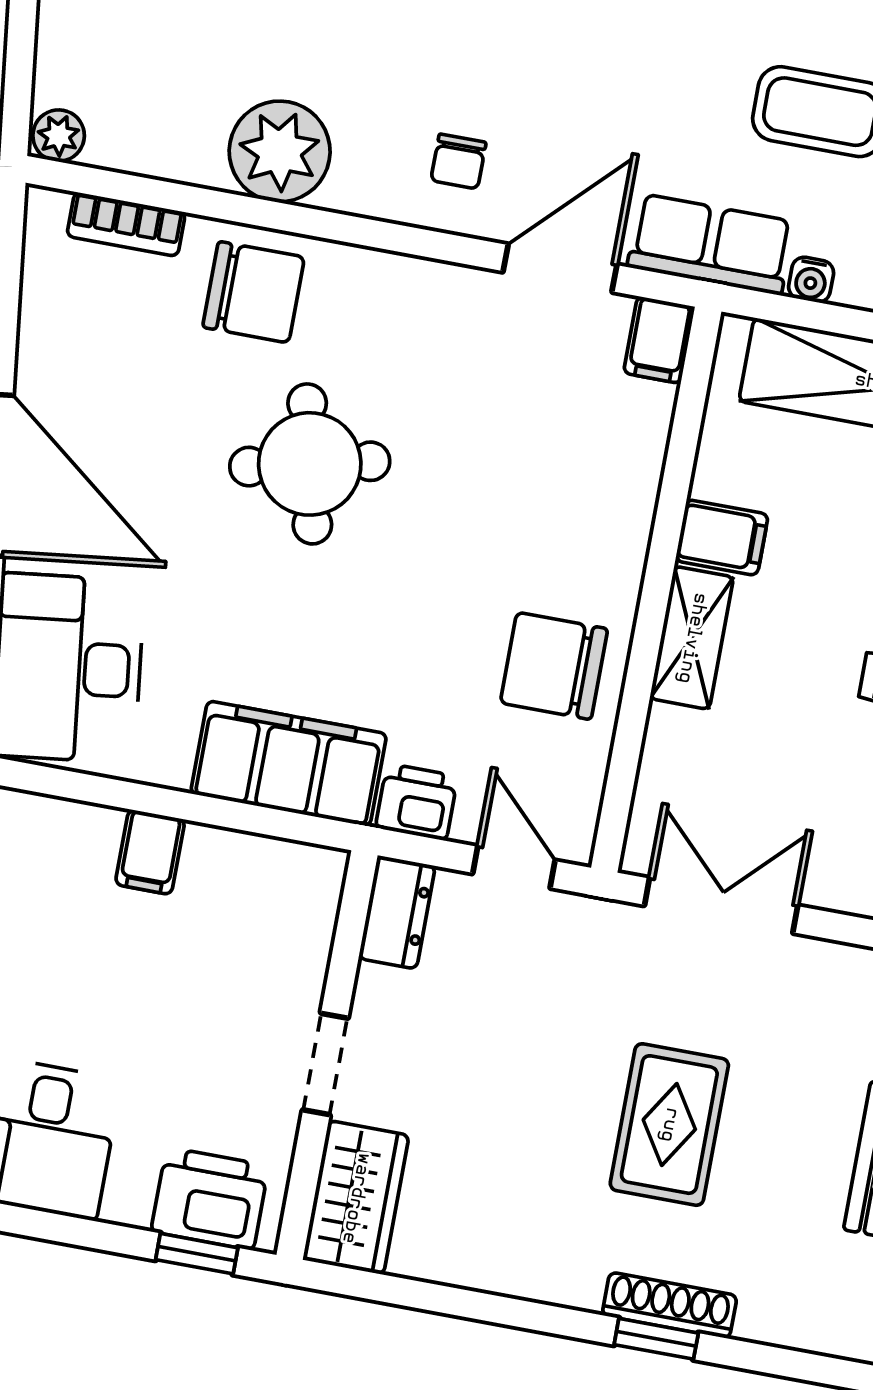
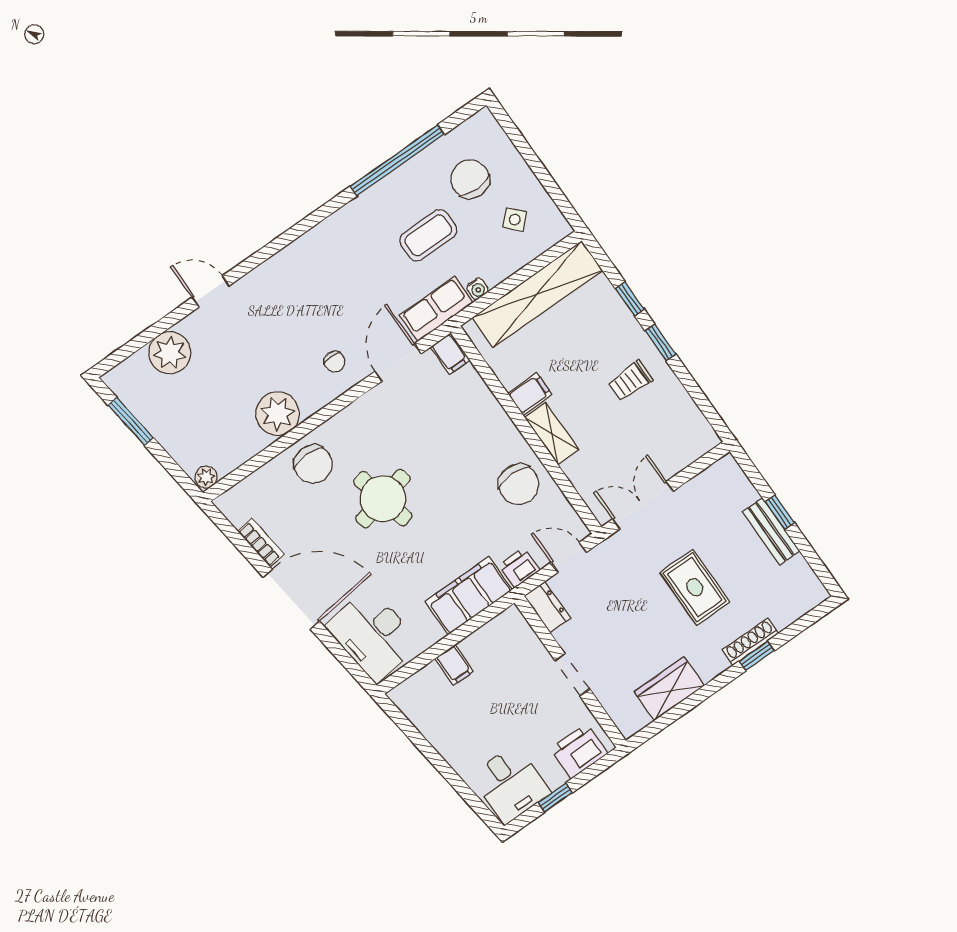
bookcase: (126, 224) -> (261, 543), moved, turned -97
chair: (254, 292) -> (313, 464), turned 90
chair: (554, 666) -> (519, 484), turned -90
wardrobe: (356, 1198) -> (669, 689), moved, turned -90
window: (197, 1254) -> (555, 798), moved

